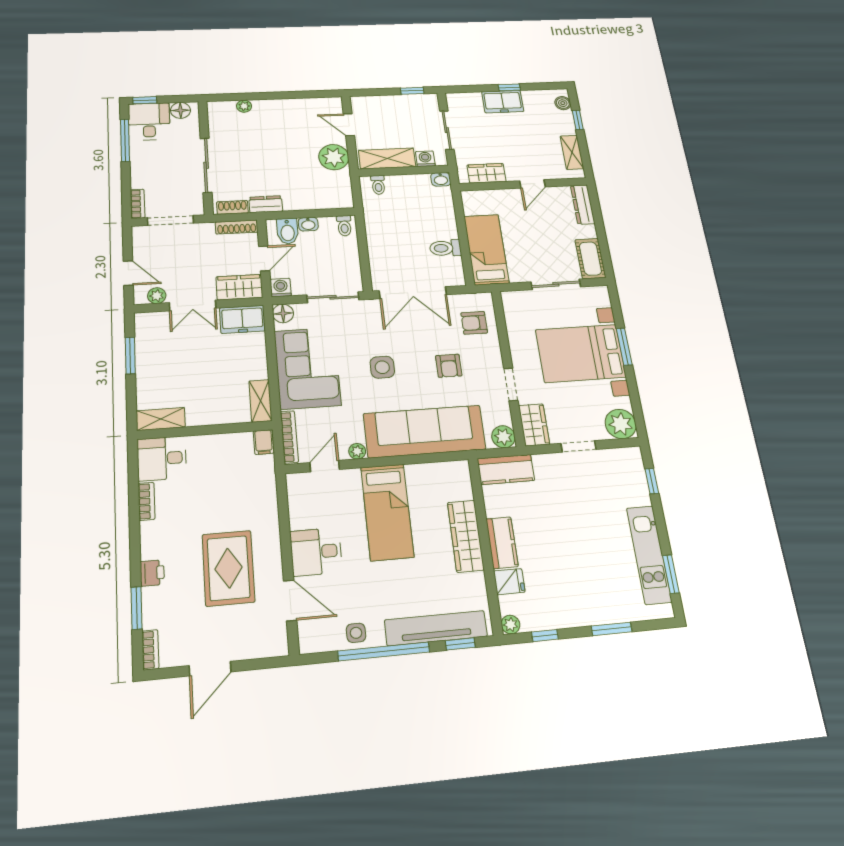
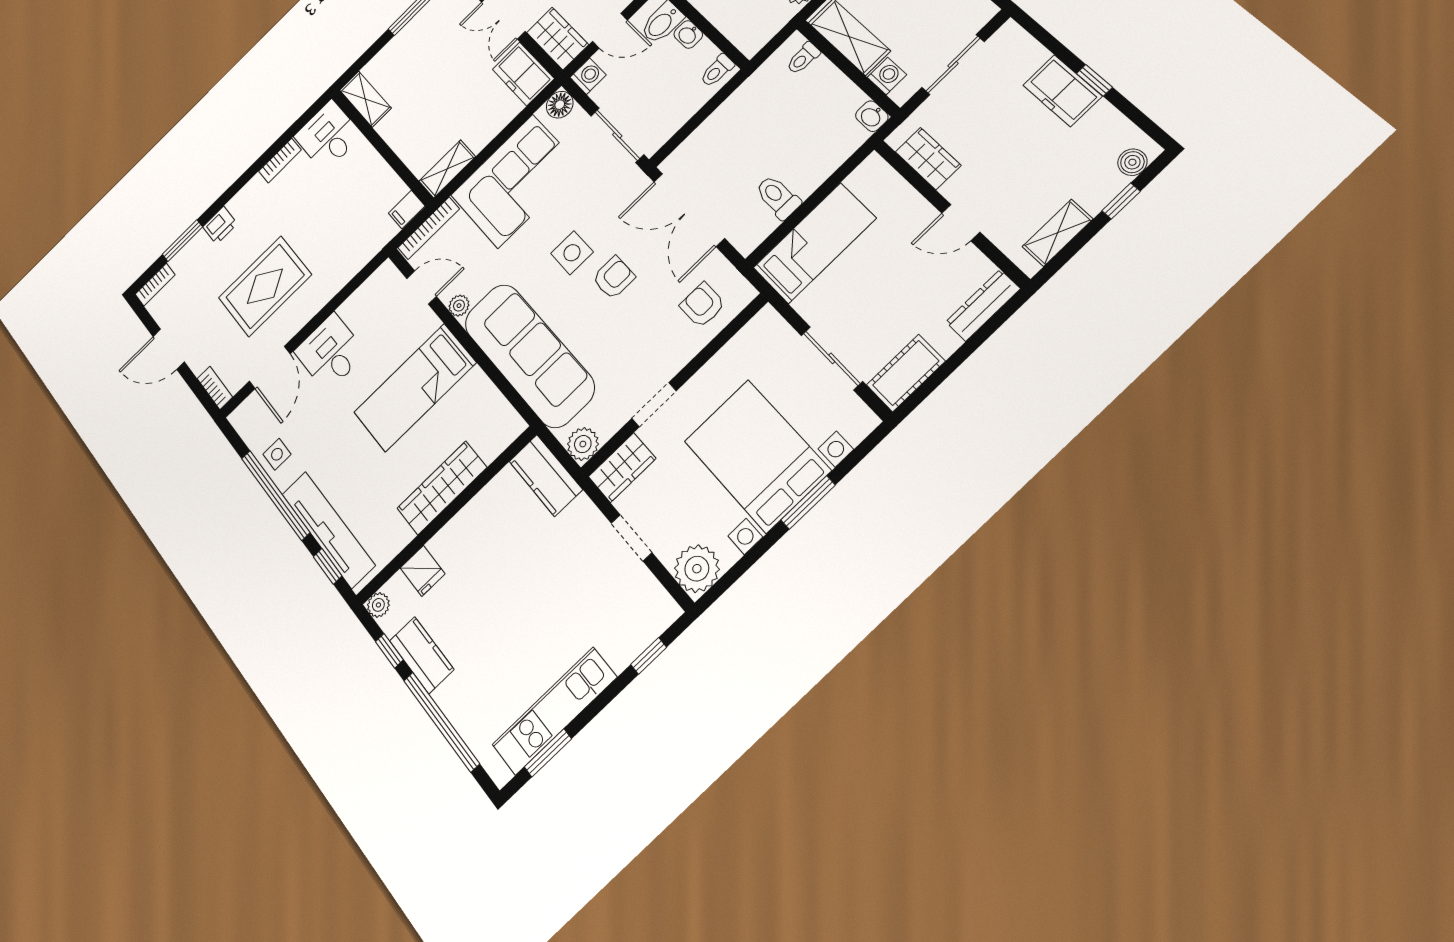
armchair: (449, 366) -> (614, 278), moved, turned 180
kitchen counter: (502, 543) -> (422, 655), moved, turned -90
window: (612, 629) -> (441, 722), width x2.11
bookcase: (270, 650) -> (215, 388), added

